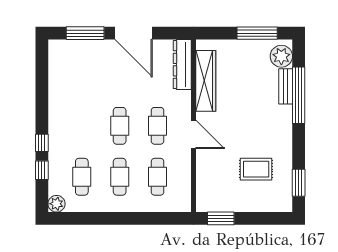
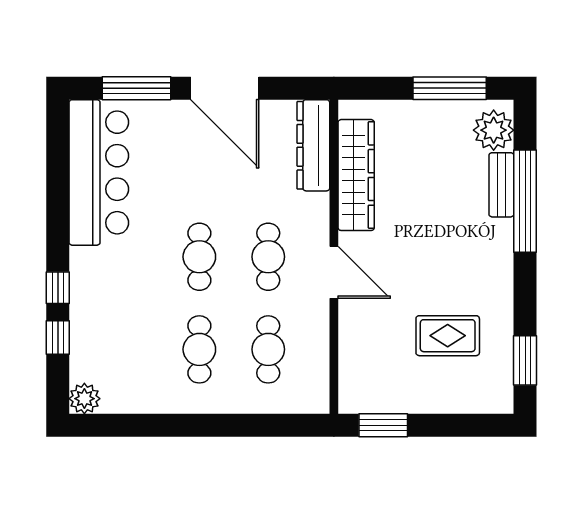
bar counter: (64, 79) -> (99, 172), added
cafe table: (82, 177) -> (130, 349), removed

